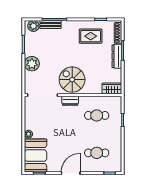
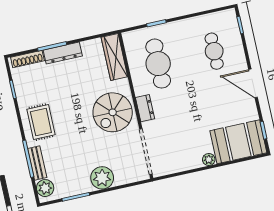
rug: (91, 36) -> (41, 122), moved
wardrobe: (112, 89) -> (114, 57), width x1.50
cafe table: (97, 115) -> (158, 64), width x1.37, depth x1.35

